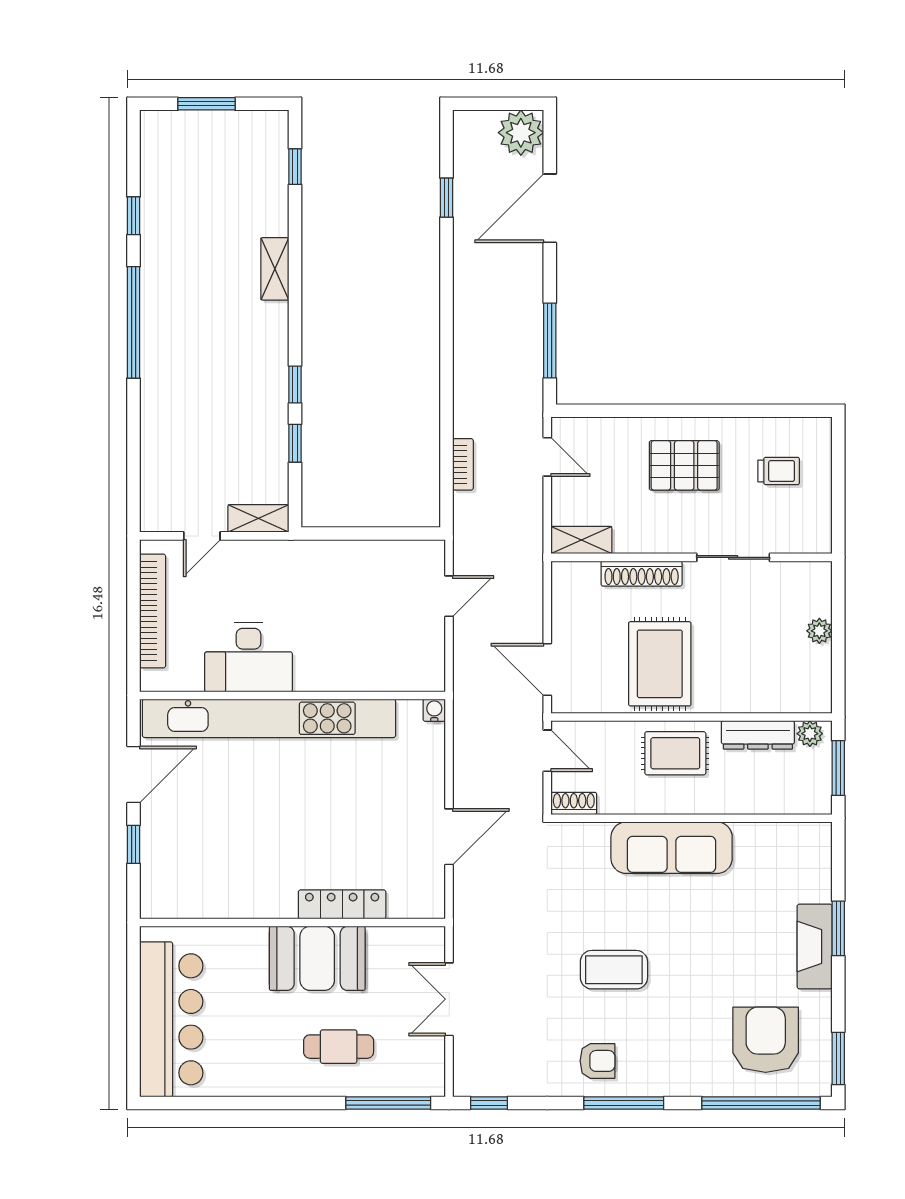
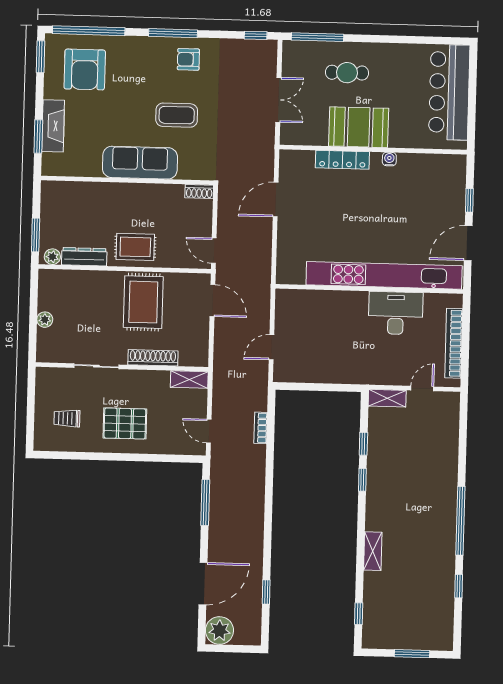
water cooler: (434, 710) -> (389, 159), moved, turned 180
shoe rack: (574, 803) -> (199, 191), moved
wall: (691, 818) -> (127, 180), moved
sofa: (672, 848) -> (140, 163), moved

